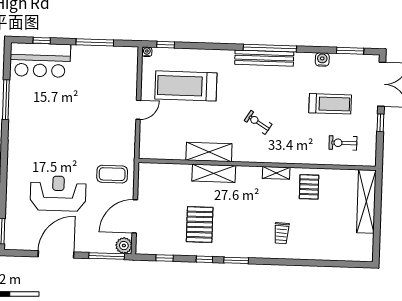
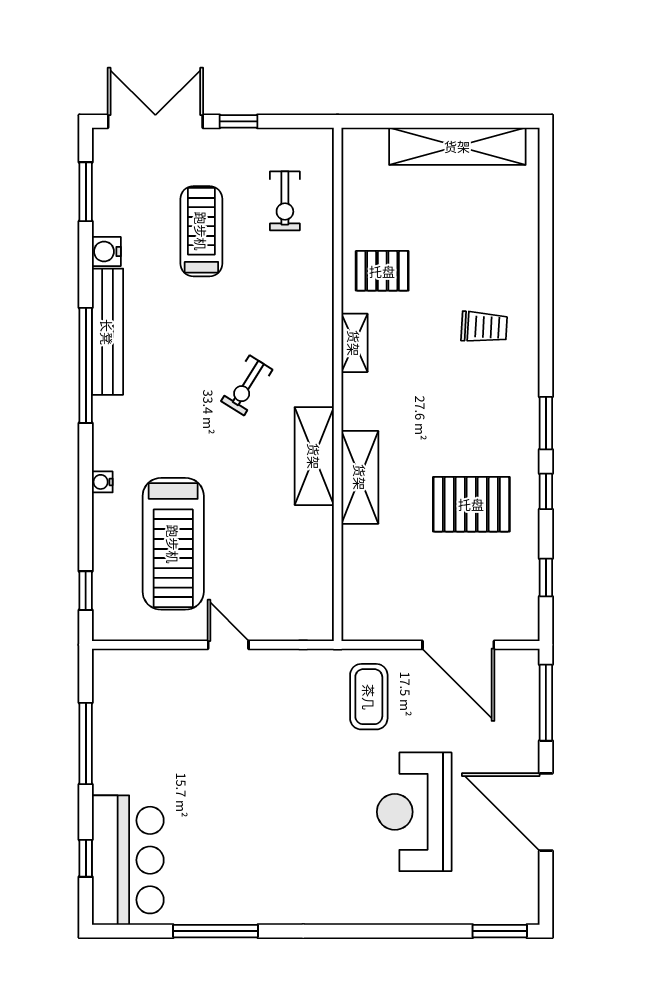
water cooler: (147, 52) -> (102, 482), moved
bench: (264, 58) -> (107, 332), moved
shelving: (209, 152) -> (314, 456), moved
shelving: (366, 201) -> (457, 146), moved
plant: (124, 246) -> (522, 666), removed

